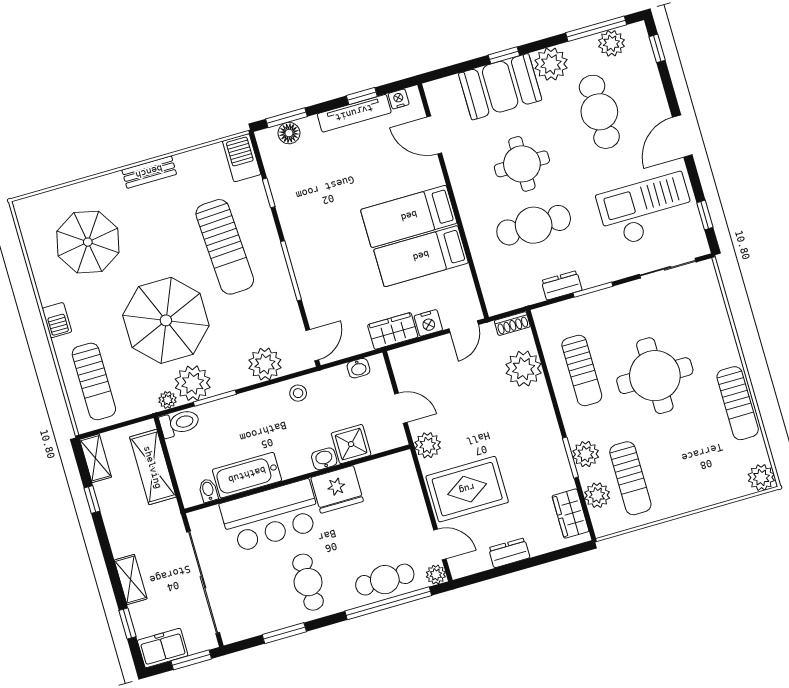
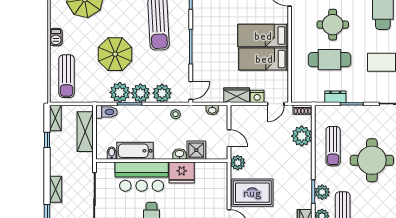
parasol: (166, 320) -> (115, 54), width x0.73, depth x0.73
plant: (168, 400) -> (140, 93), moved, width x1.88, depth x1.88

